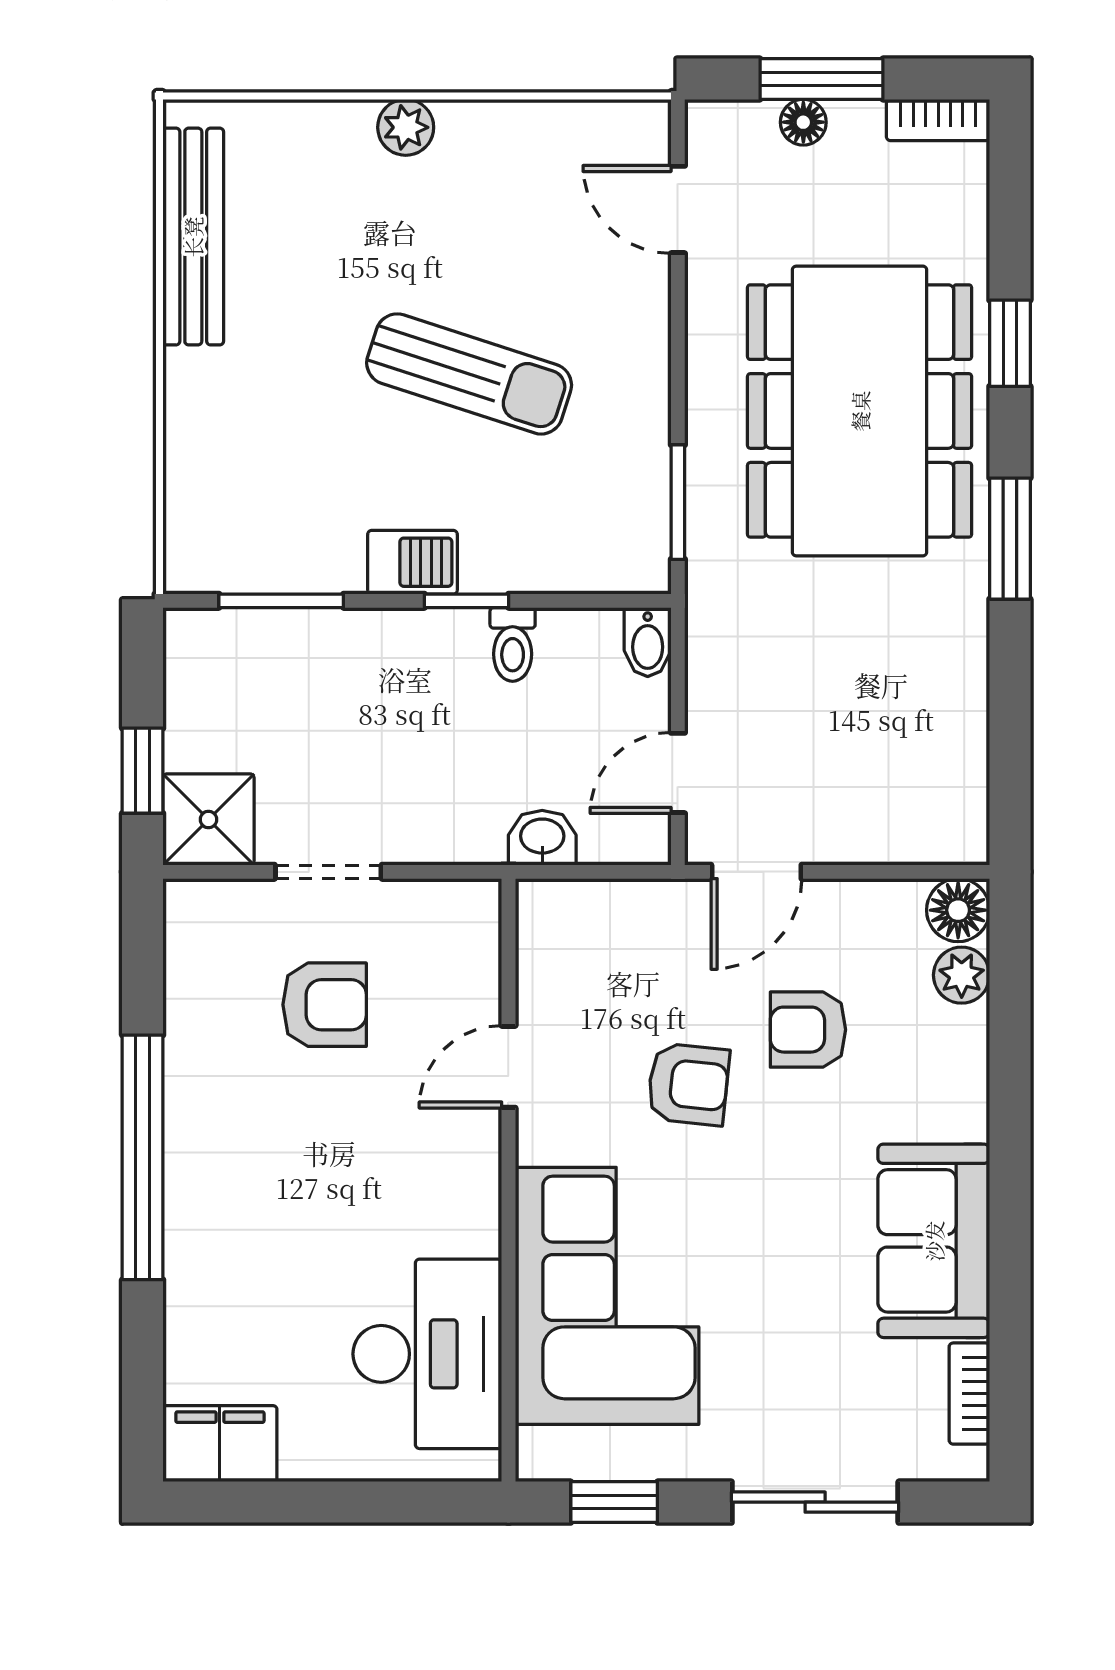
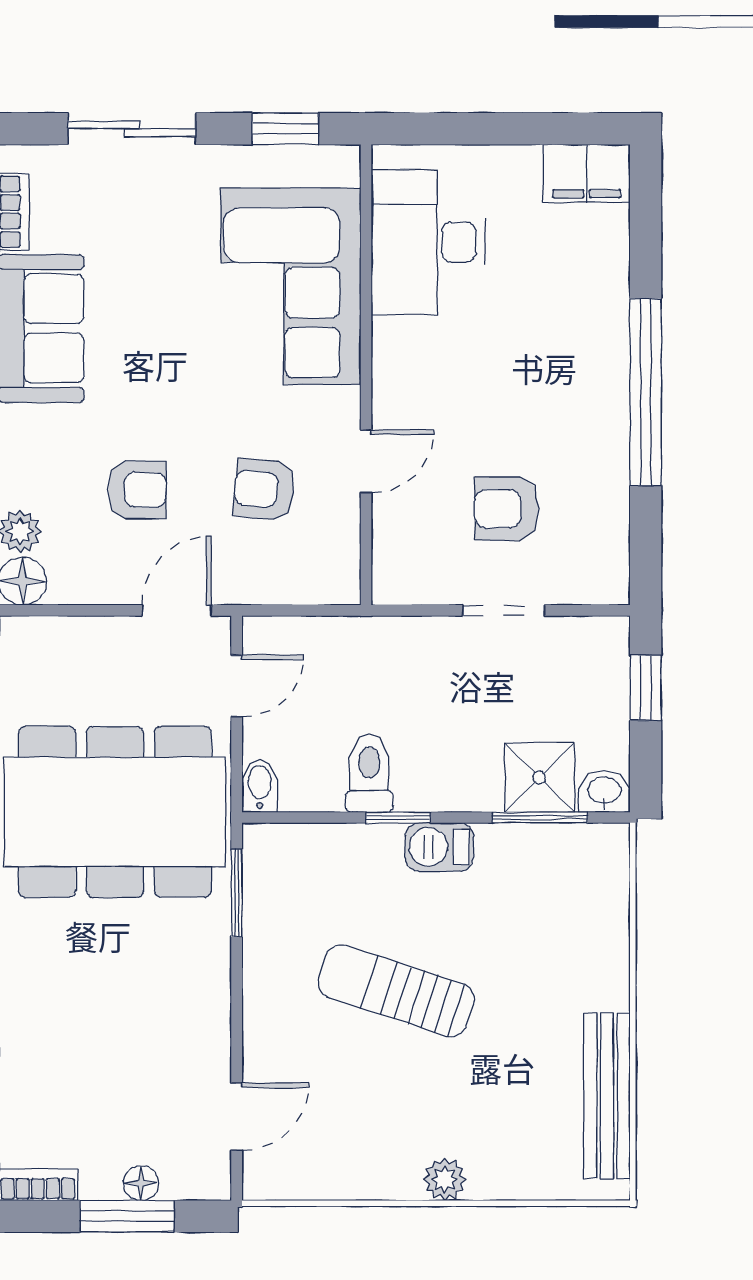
door: (678, 209) -> (237, 1117), hinge flipped
dining table: (860, 411) -> (115, 812), moved, turned 90
toilet: (513, 644) -> (369, 773), width x1.37, depth x1.39
shower: (208, 819) -> (539, 777), moved
washbasin: (542, 838) -> (604, 791), moved, turned 180
armchair: (688, 1084) -> (264, 490), moved

